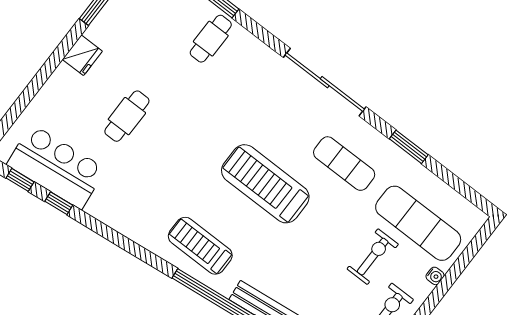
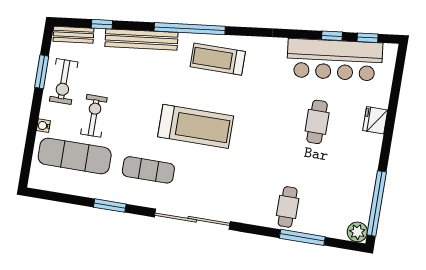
fridge: (82, 55) -> (375, 120), moved
bar counter: (56, 167) -> (335, 60), width x1.36
treadmill: (200, 246) -> (218, 59), turned 180
exercise bike: (373, 257) -> (94, 116), turned 180

